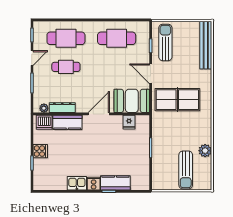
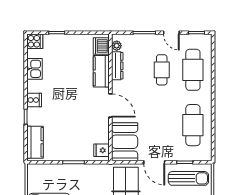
door: (151, 74) -> (154, 162), swing flipped
fridge: (129, 122) -> (101, 150), moved
cooker: (40, 151) -> (35, 41), moved, turned -90
kitchen sink: (77, 183) -> (35, 69), moved
kitchen counter: (115, 183) -> (35, 142), moved

